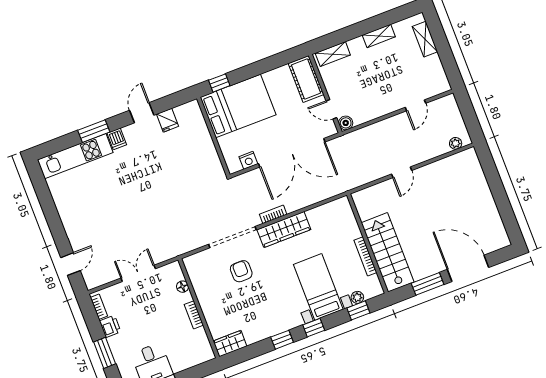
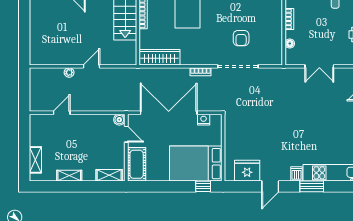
fridge: (167, 120) -> (247, 171), width x1.88, depth x1.34
plant: (456, 143) -> (69, 72), moved
wardrobe: (284, 230) -> (159, 57), moved

